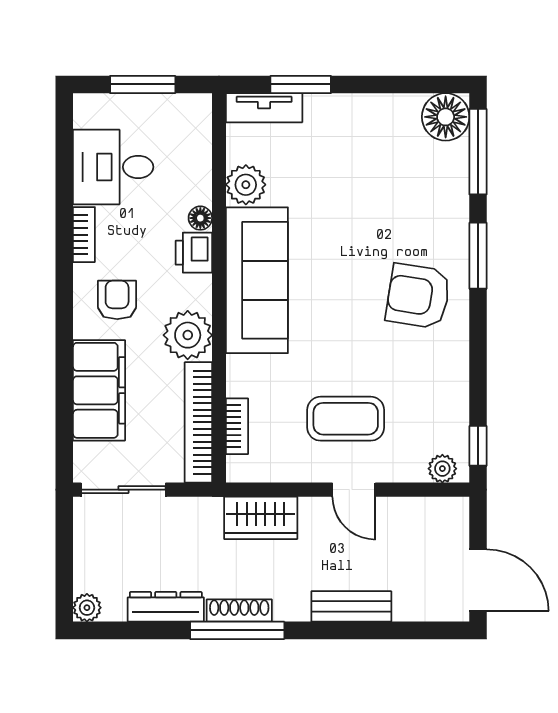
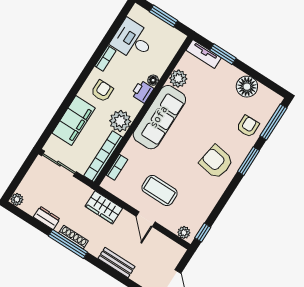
floor lamp: (446, 117) -> (247, 87), moved
armchair: (435, 191) -> (248, 126), added
dresser: (166, 607) -> (47, 218), width x0.70

